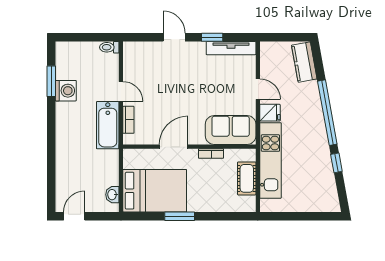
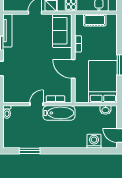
washing machine: (66, 91) -> (94, 141), moved

